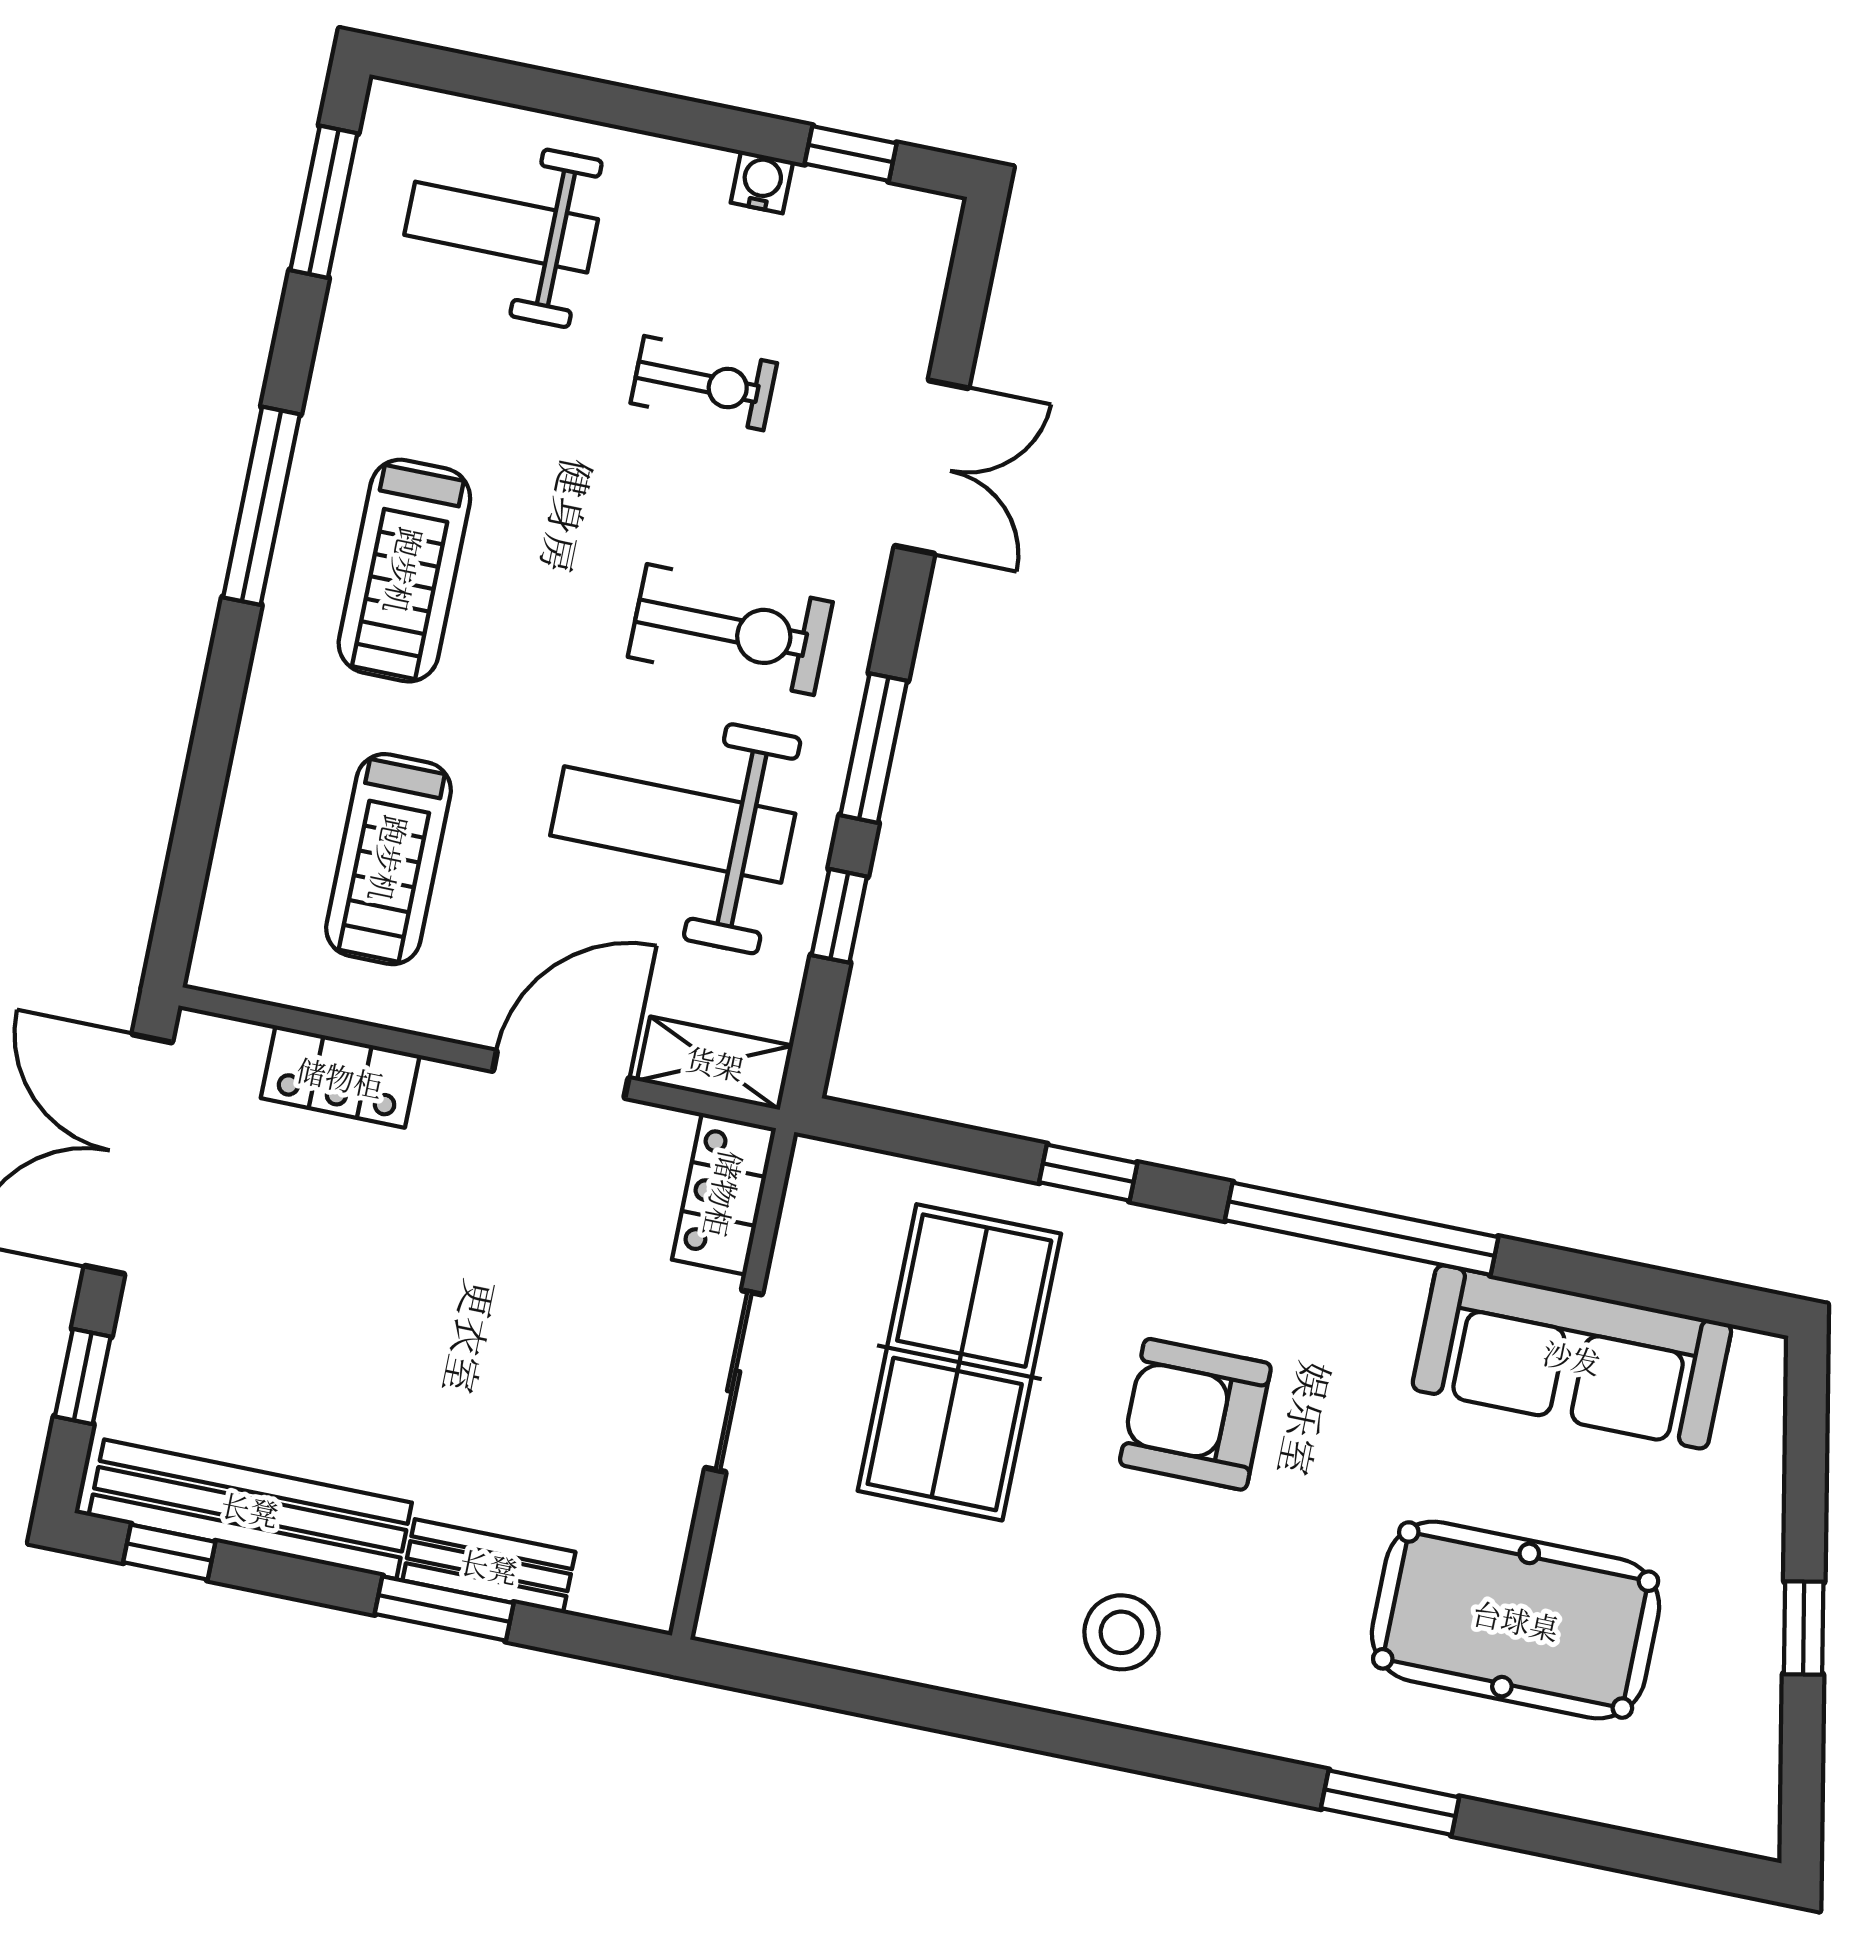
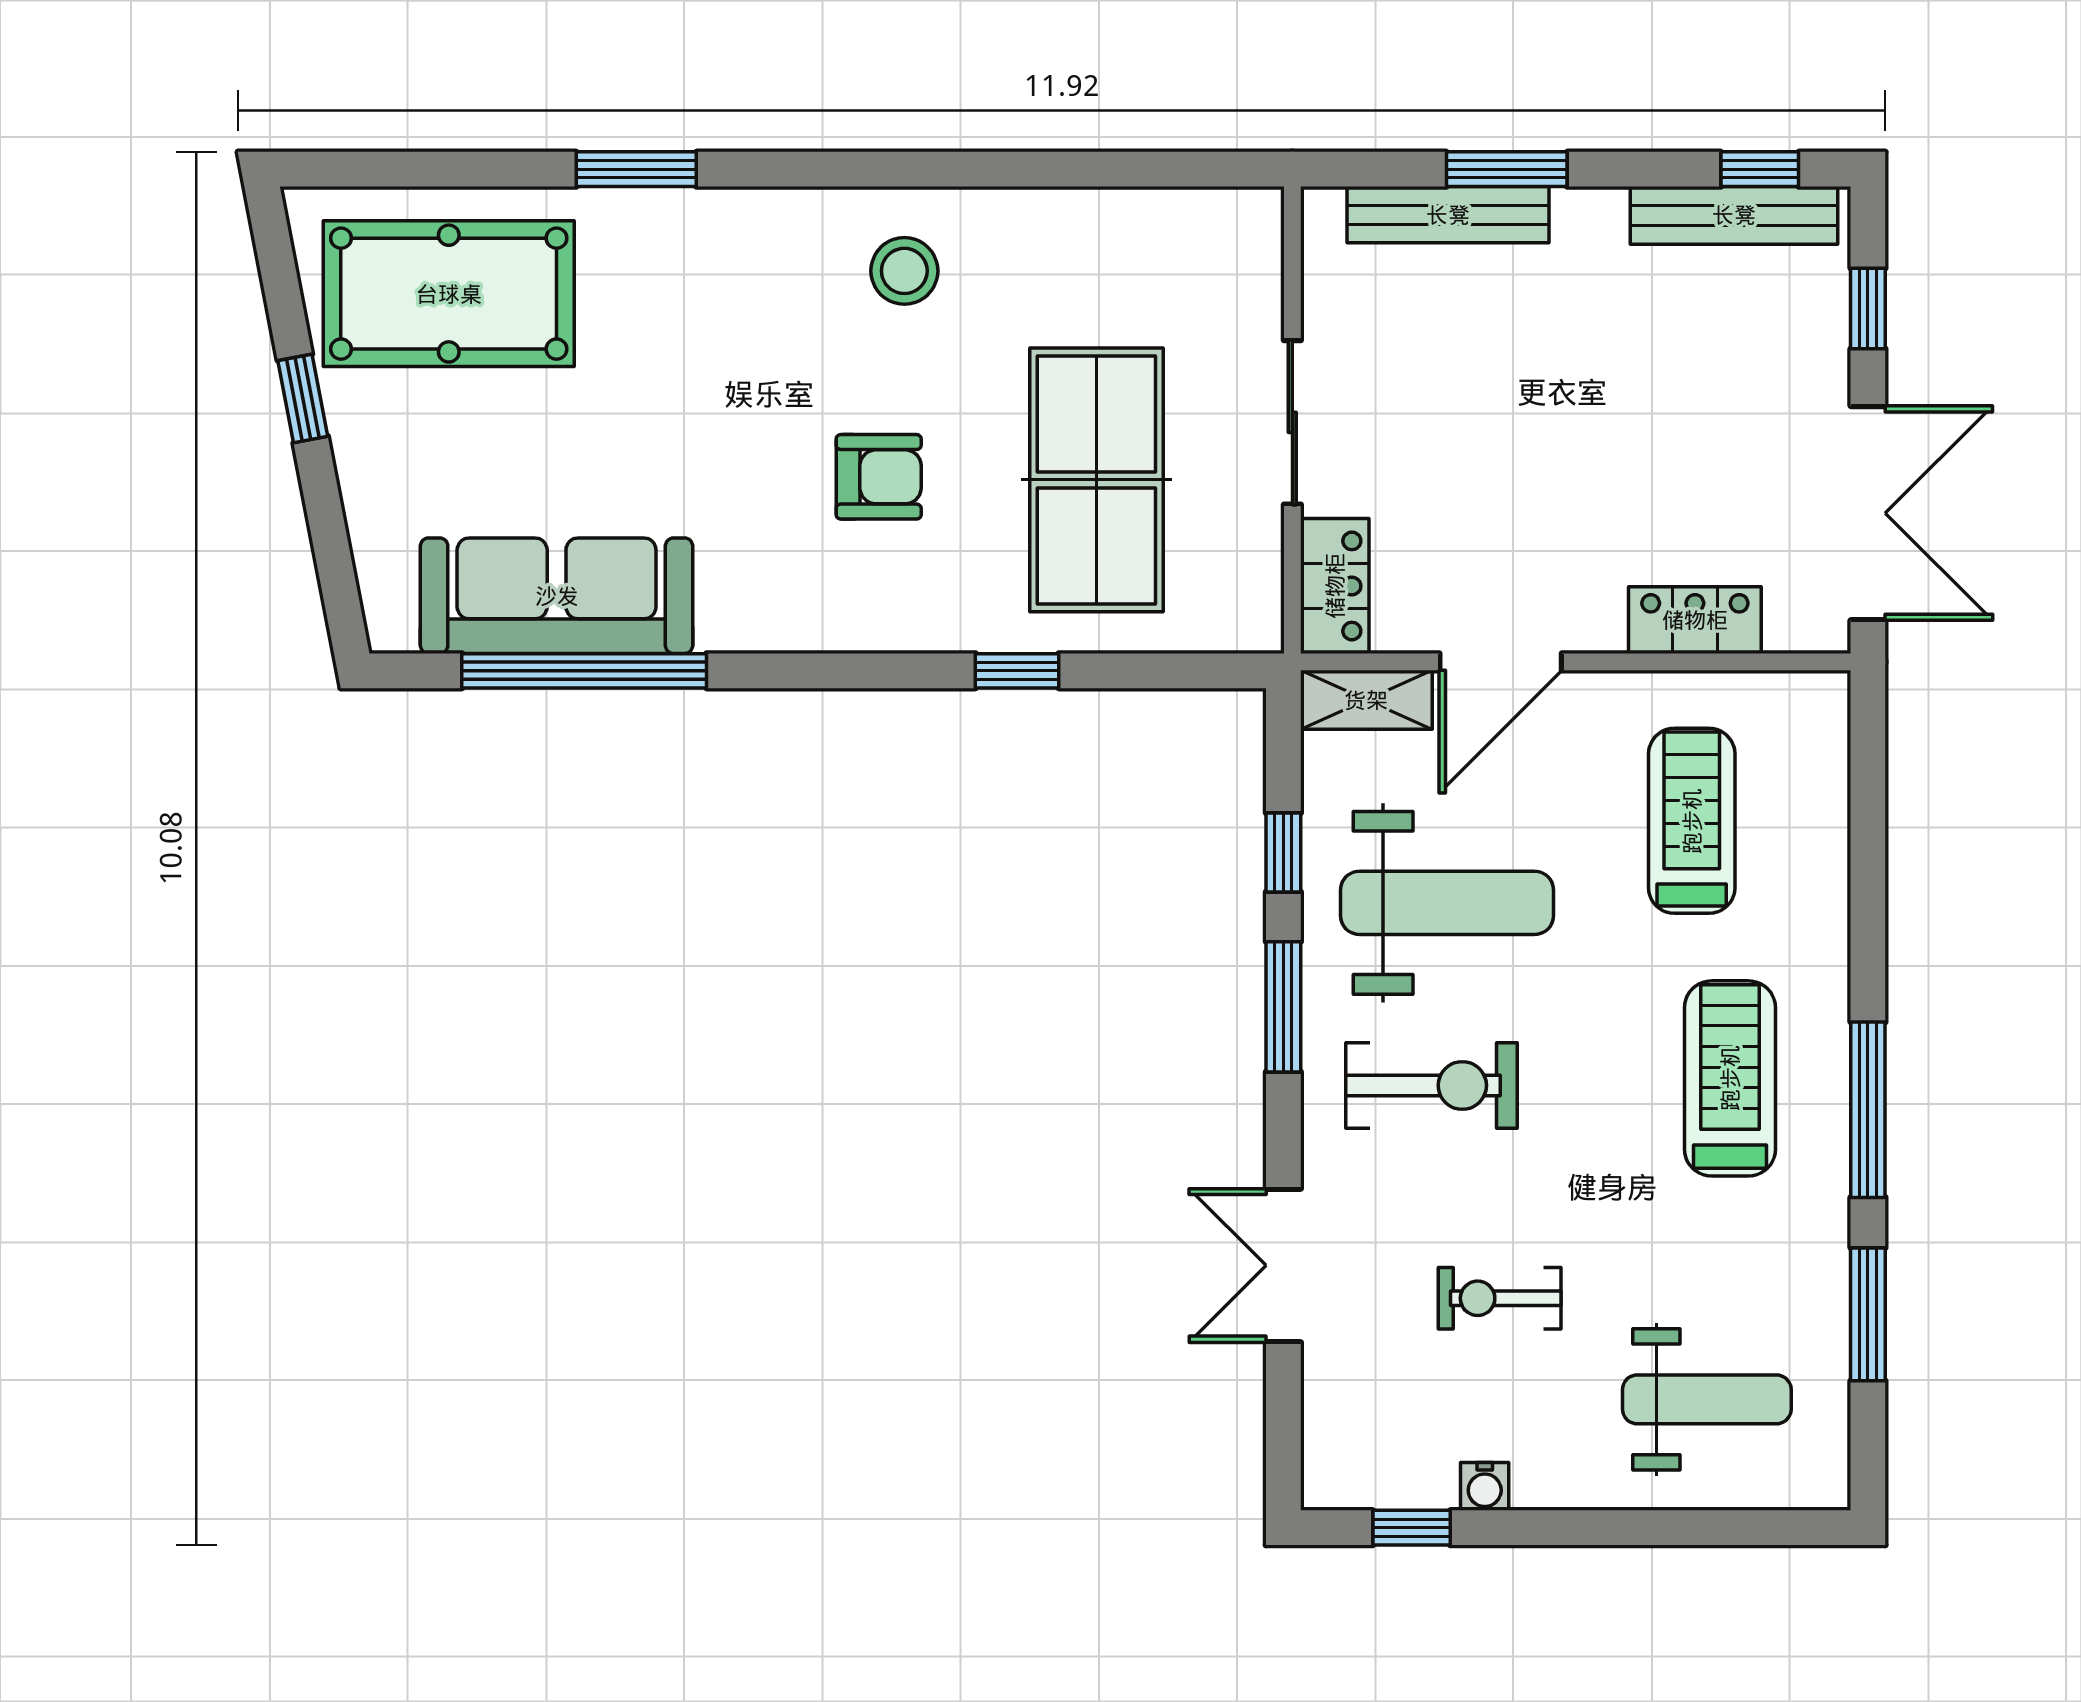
window: (324, 202) -> (1868, 1314), moved
exercise bike: (730, 630) -> (1432, 1085), turned 180
window: (1362, 1229) -> (584, 671), moved
armchair: (1195, 1414) -> (879, 477), width x0.72, depth x0.72
bench: (250, 1509) -> (1734, 215), width x0.73, depth x0.82
bench: (489, 1566) -> (1448, 215), width x1.36
pool table: (1516, 1620) -> (449, 294), moved

